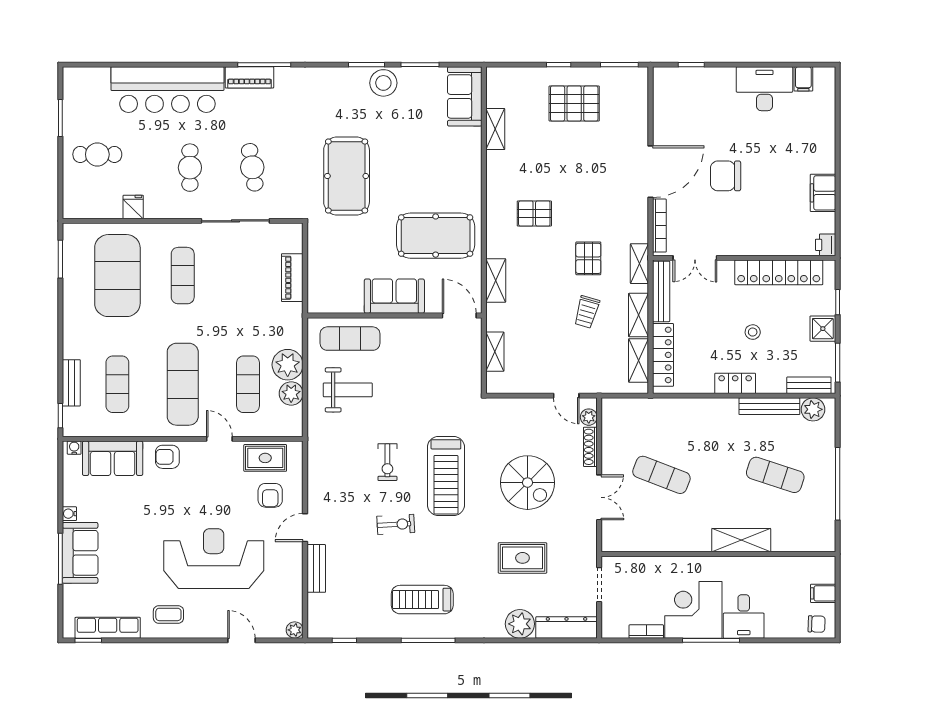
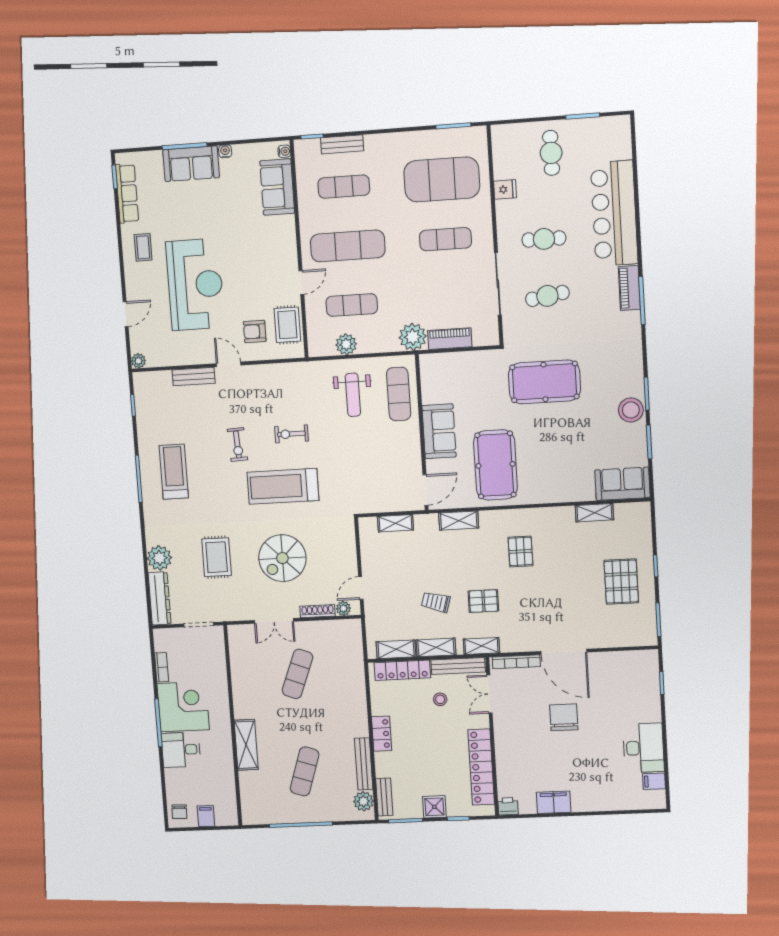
stool: (753, 332) -> (440, 699), moved
plant: (288, 365) -> (413, 337), moved
armchair: (167, 457) -> (282, 237), removed

